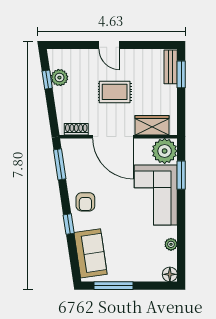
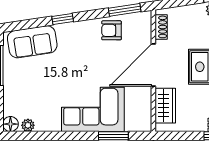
plant: (165, 151) -> (138, 119), removed
armchair: (85, 202) -> (112, 30), moved
plant: (171, 244) -> (28, 125), moved

